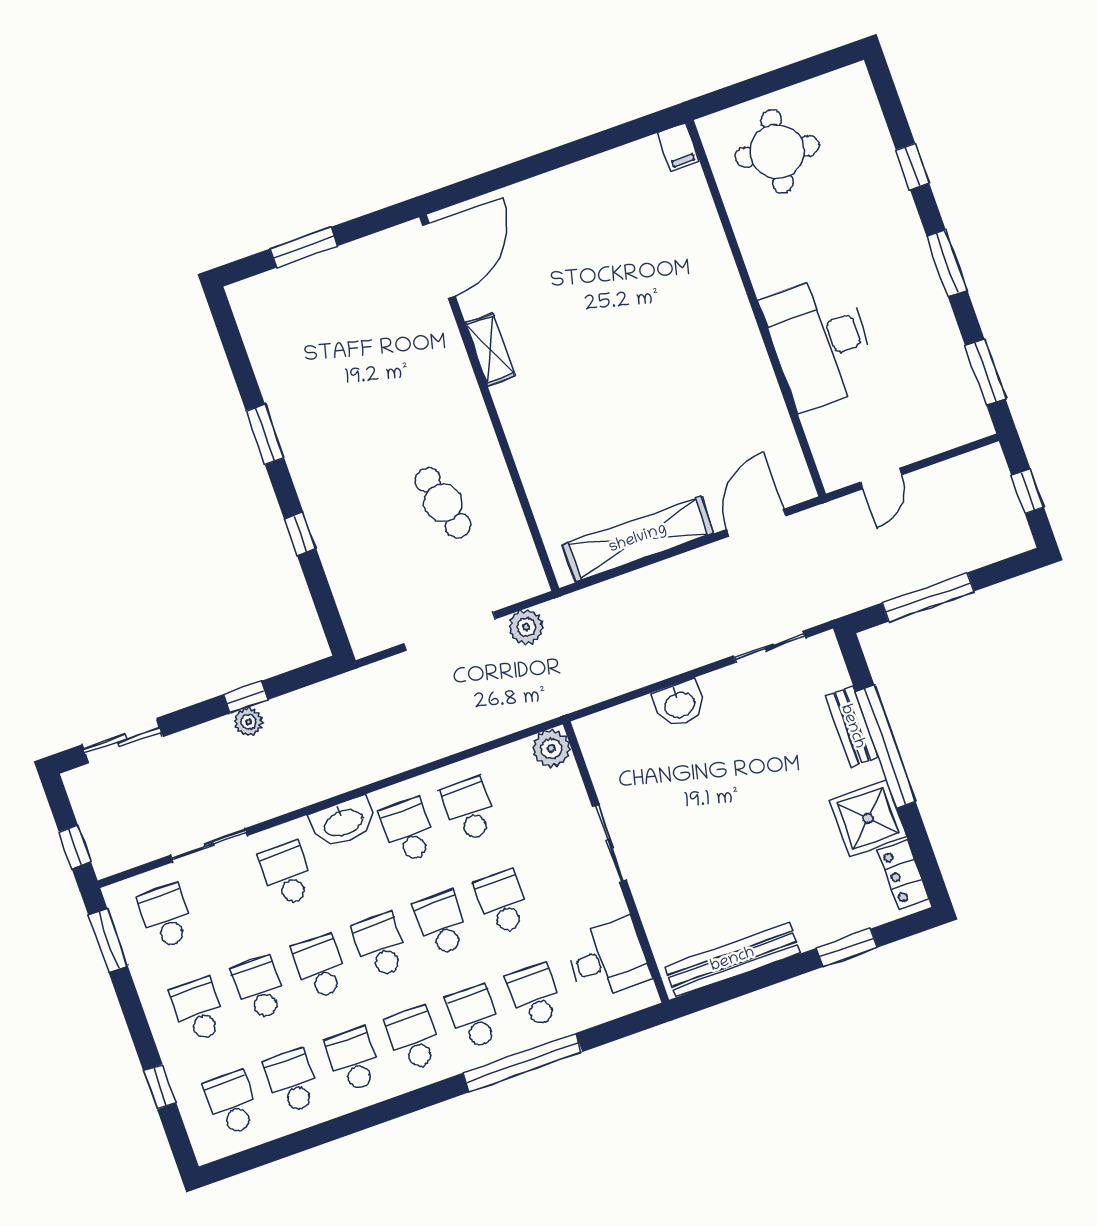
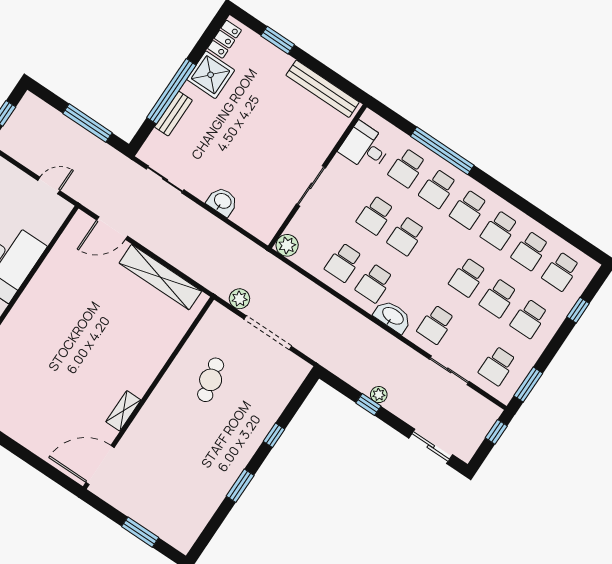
school desk: (381, 945) -> (437, 257), removed

